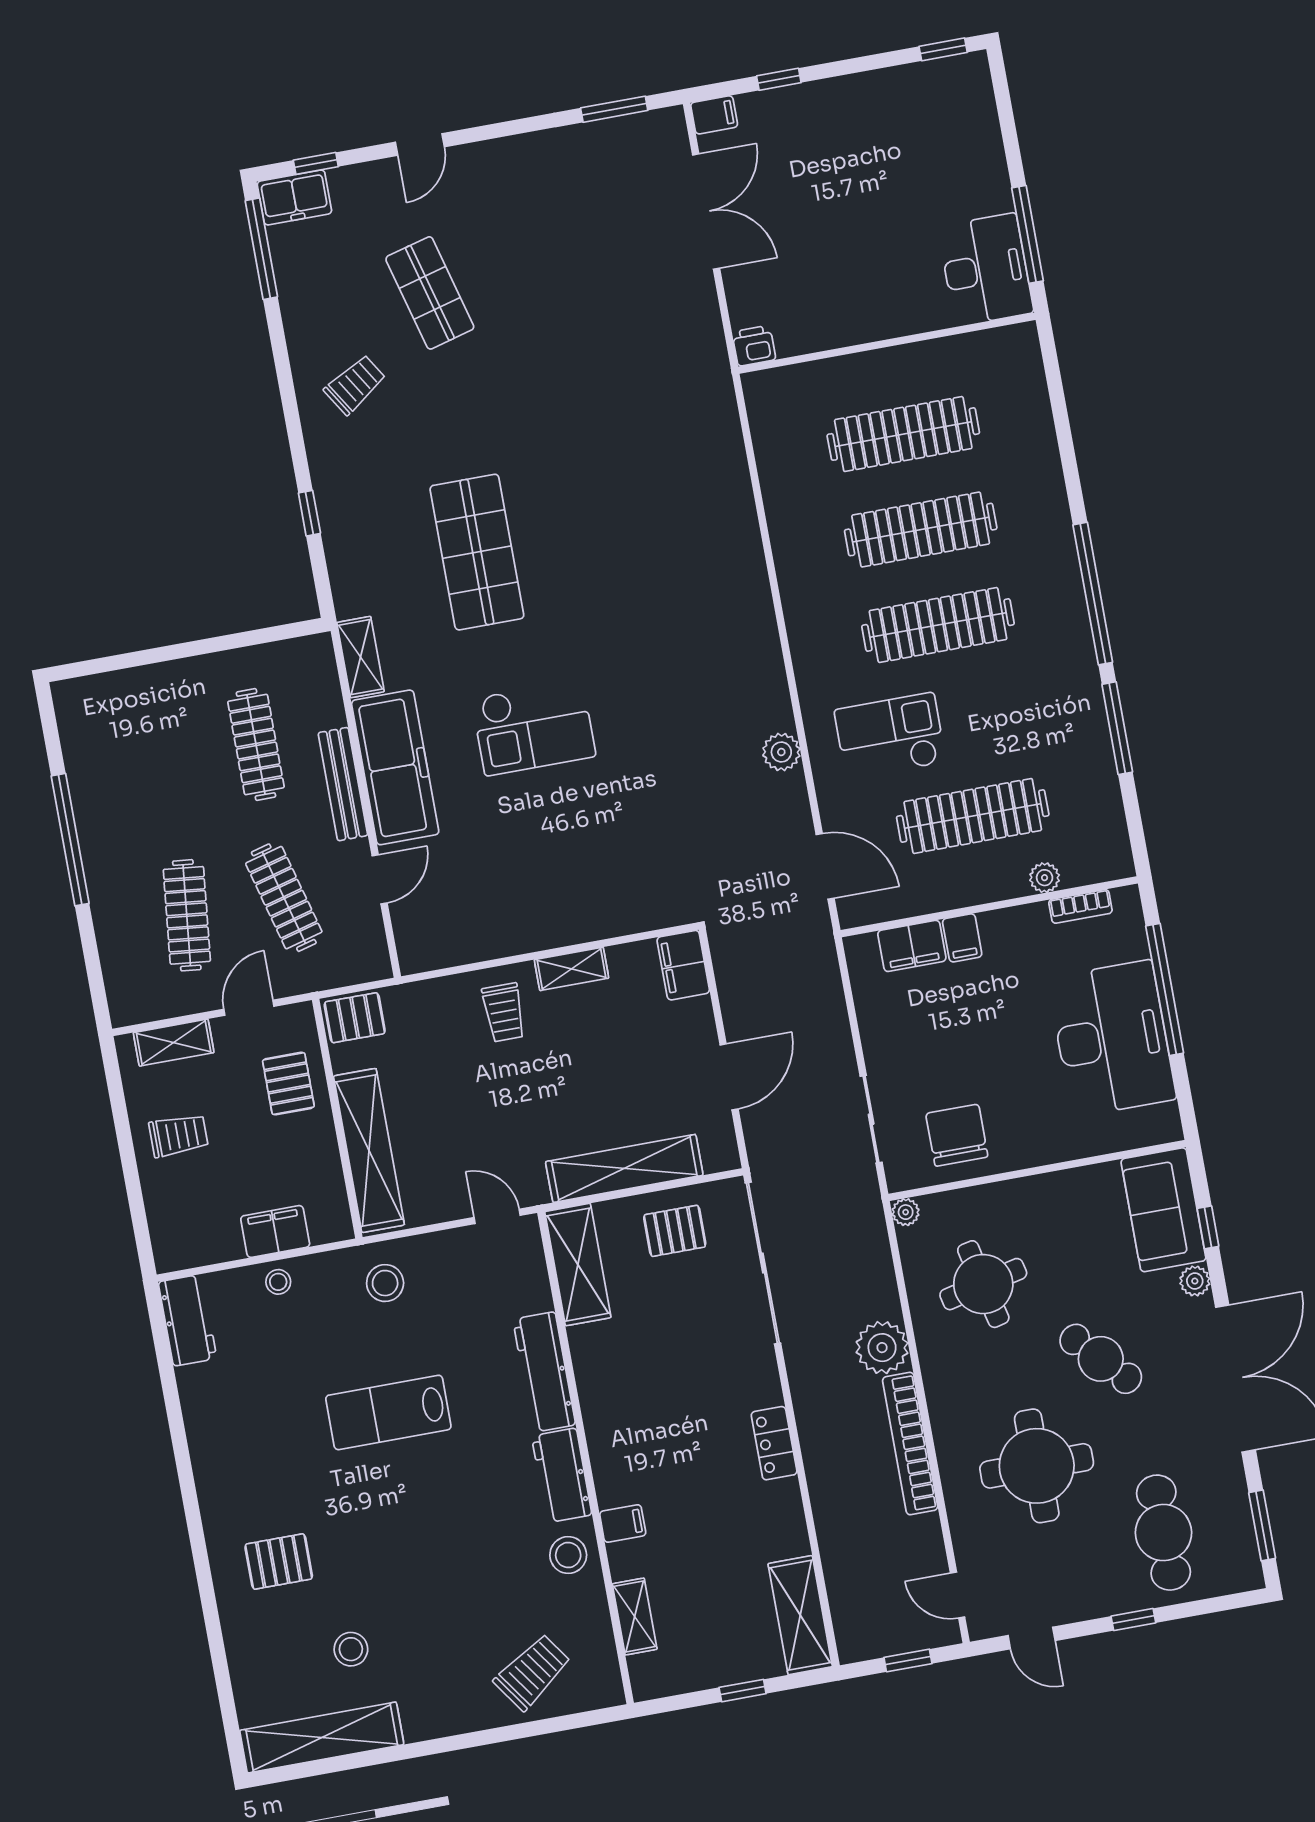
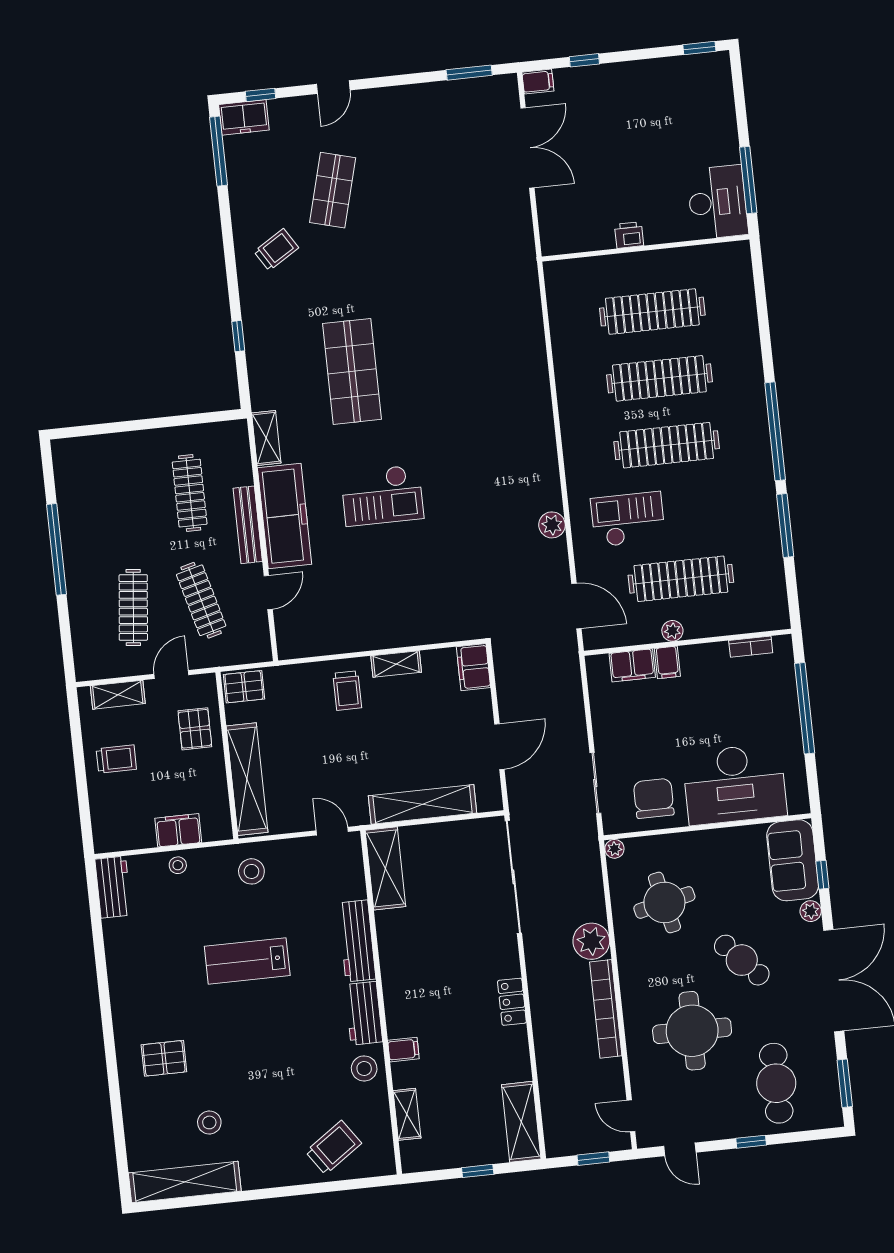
shop shelf: (430, 293) -> (333, 190), turned 30
printer: (754, 346) -> (629, 235), moved
plant: (1045, 878) -> (672, 631), moved
desk: (1112, 1038) -> (735, 784), moved, turned 90
pallet: (675, 1231) -> (454, 850), removed

